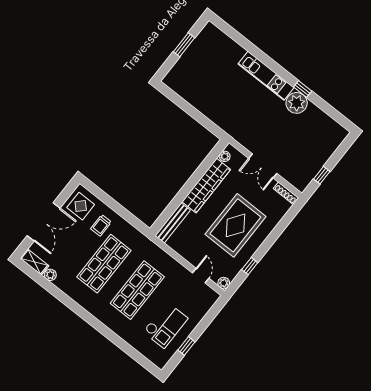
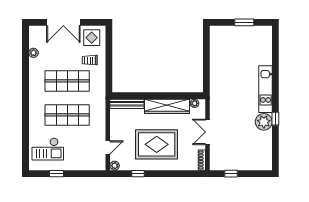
shelving: (34, 262) -> (34, 36), removed
checkout: (166, 325) -> (48, 149), moved

